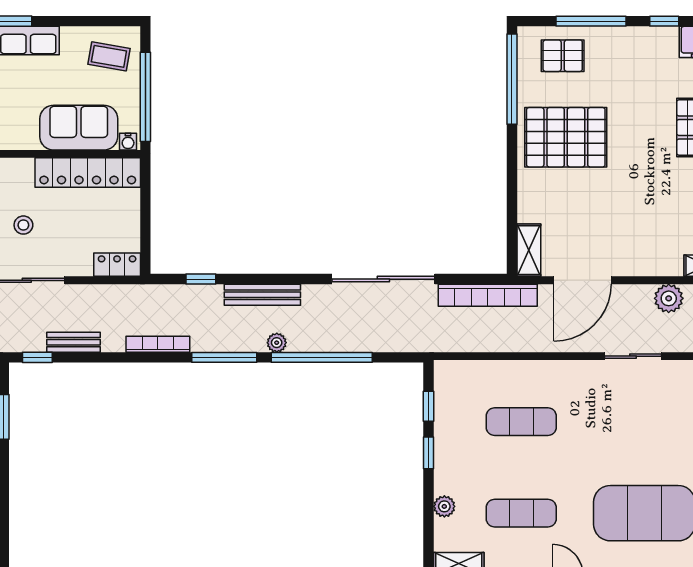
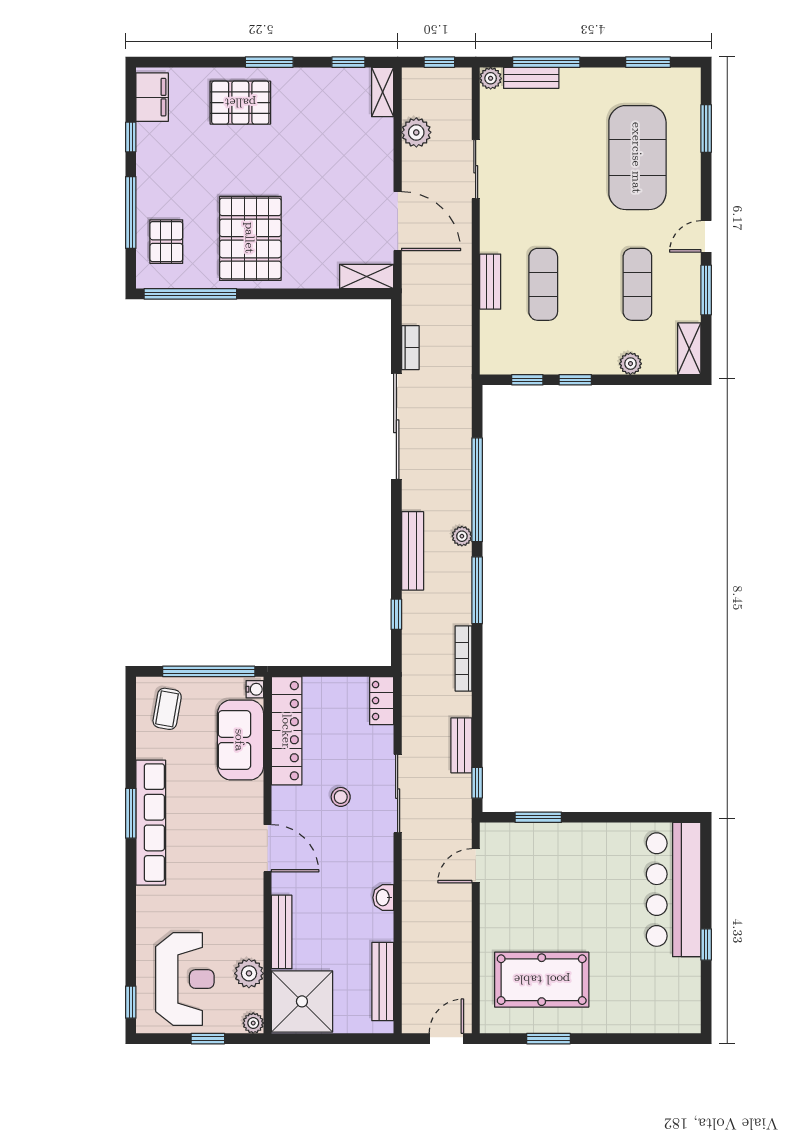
bookcase: (488, 295) -> (410, 348), width x0.43, depth x0.76
bench: (524, 370) -> (490, 282), added

